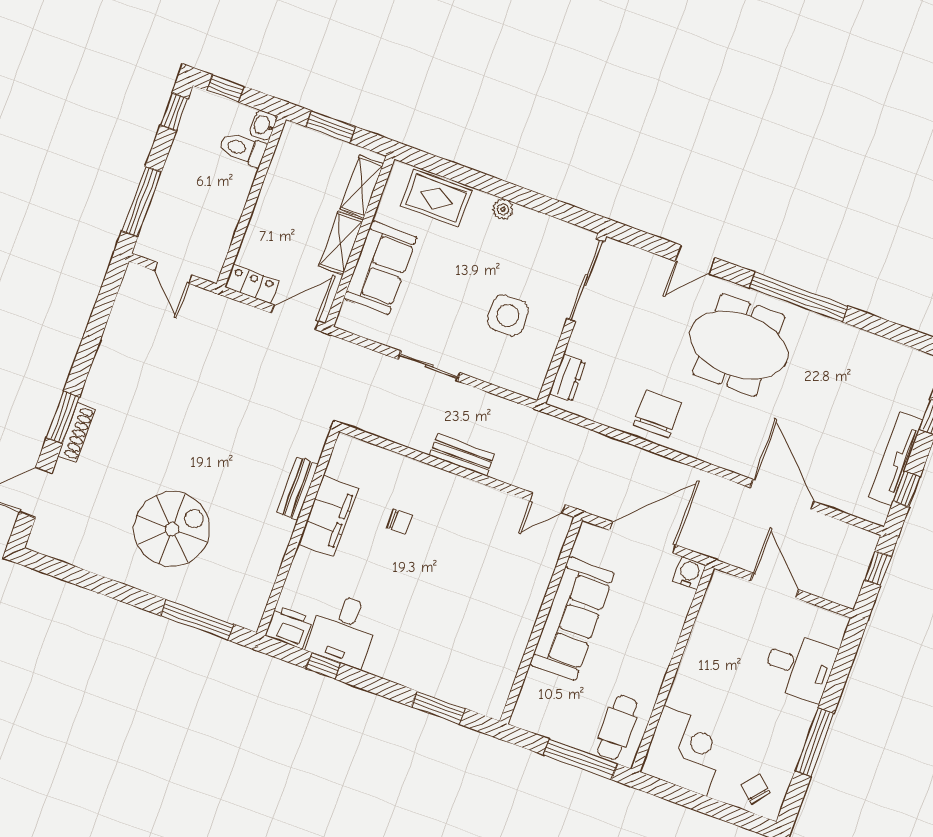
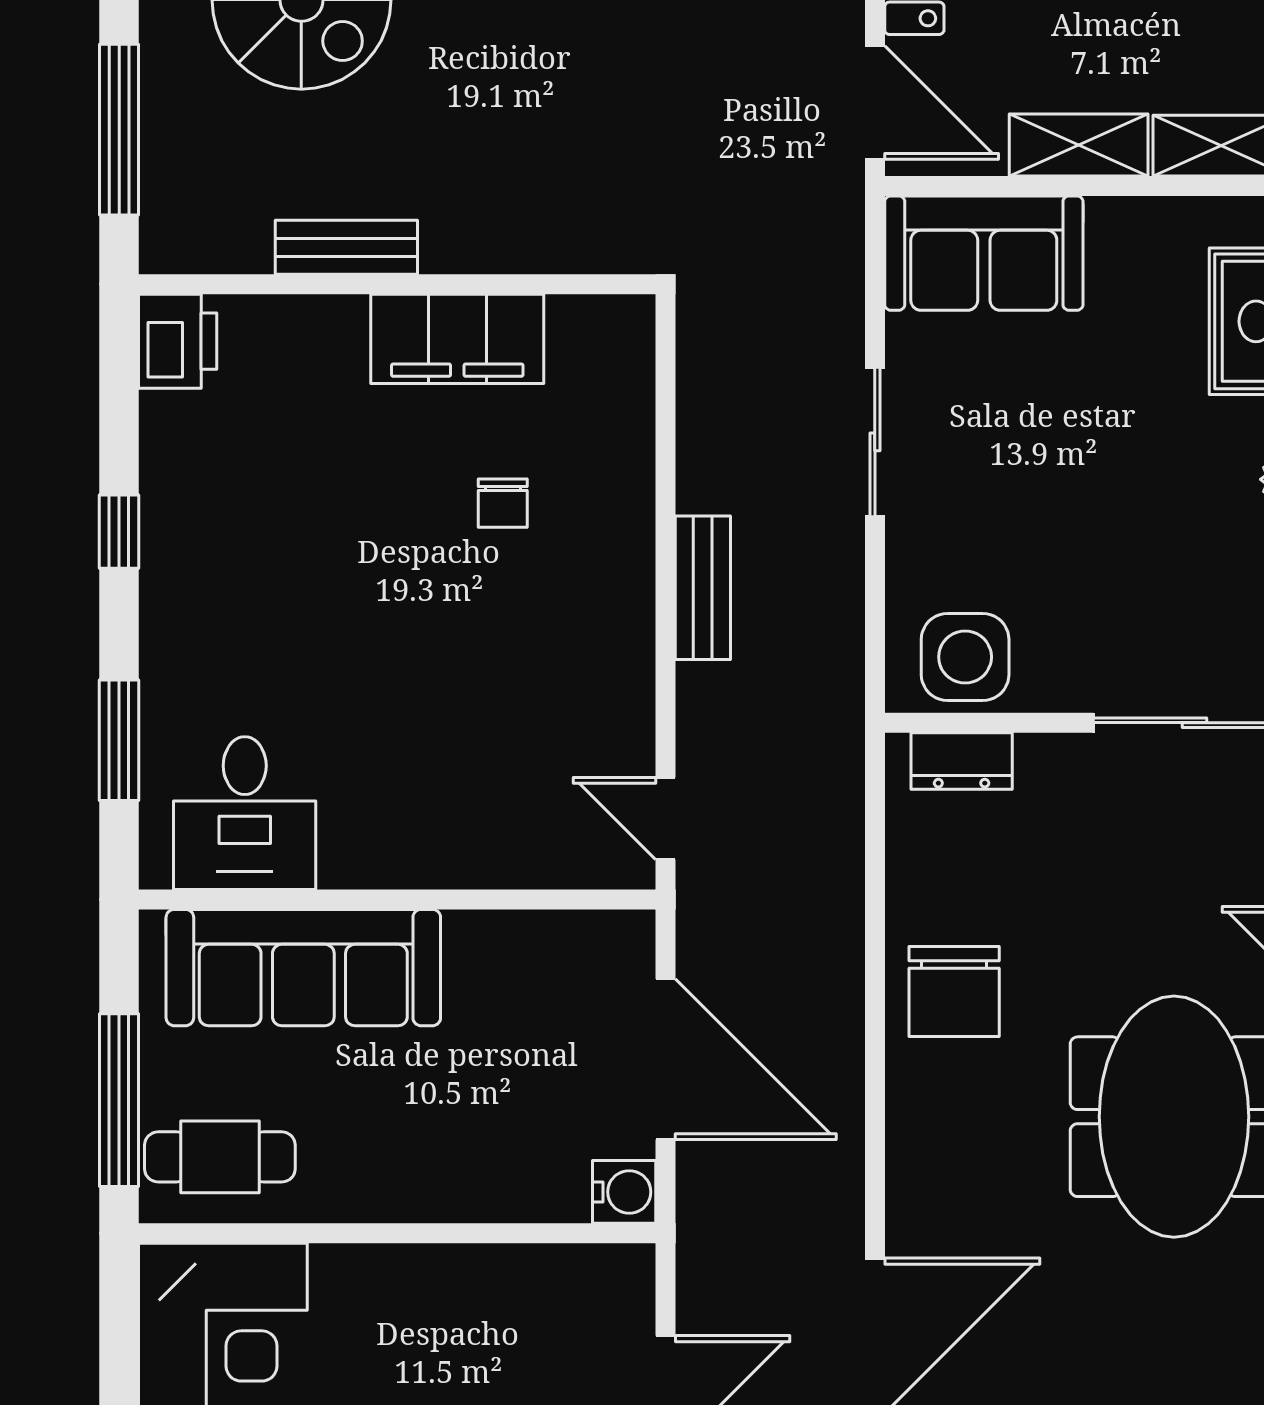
sofa: (380, 268) -> (984, 253), moved
side table: (508, 315) -> (965, 657), moved
chair: (657, 414) -> (954, 992), turned 90
bench: (297, 489) -> (346, 247), moved
sofa: (572, 619) -> (303, 968), moved
desk: (343, 630) -> (245, 813), moved, turned -90
window: (323, 666) -> (119, 532), moved

